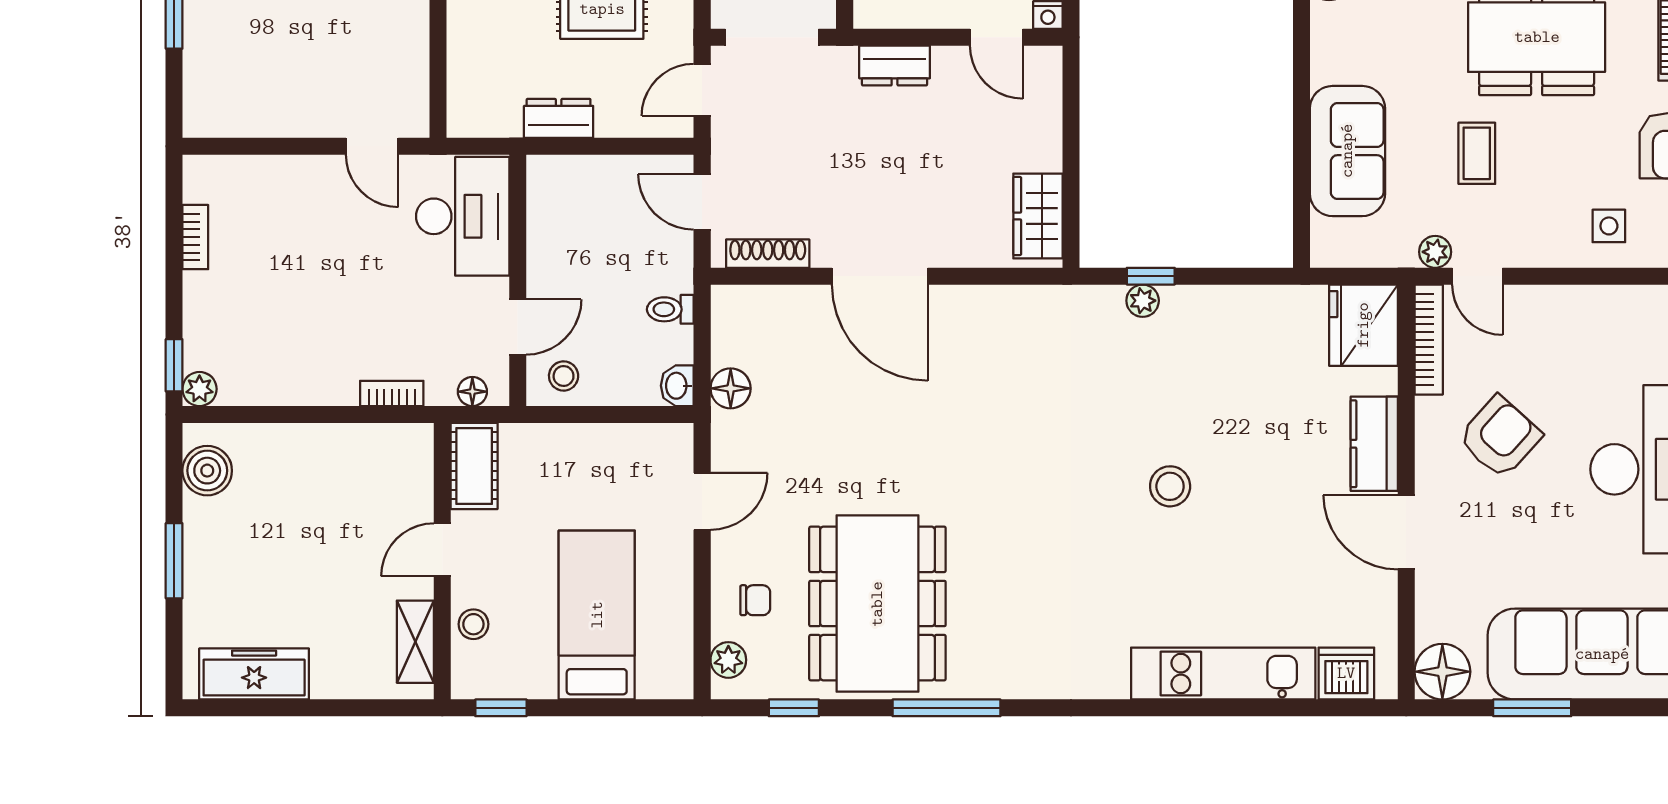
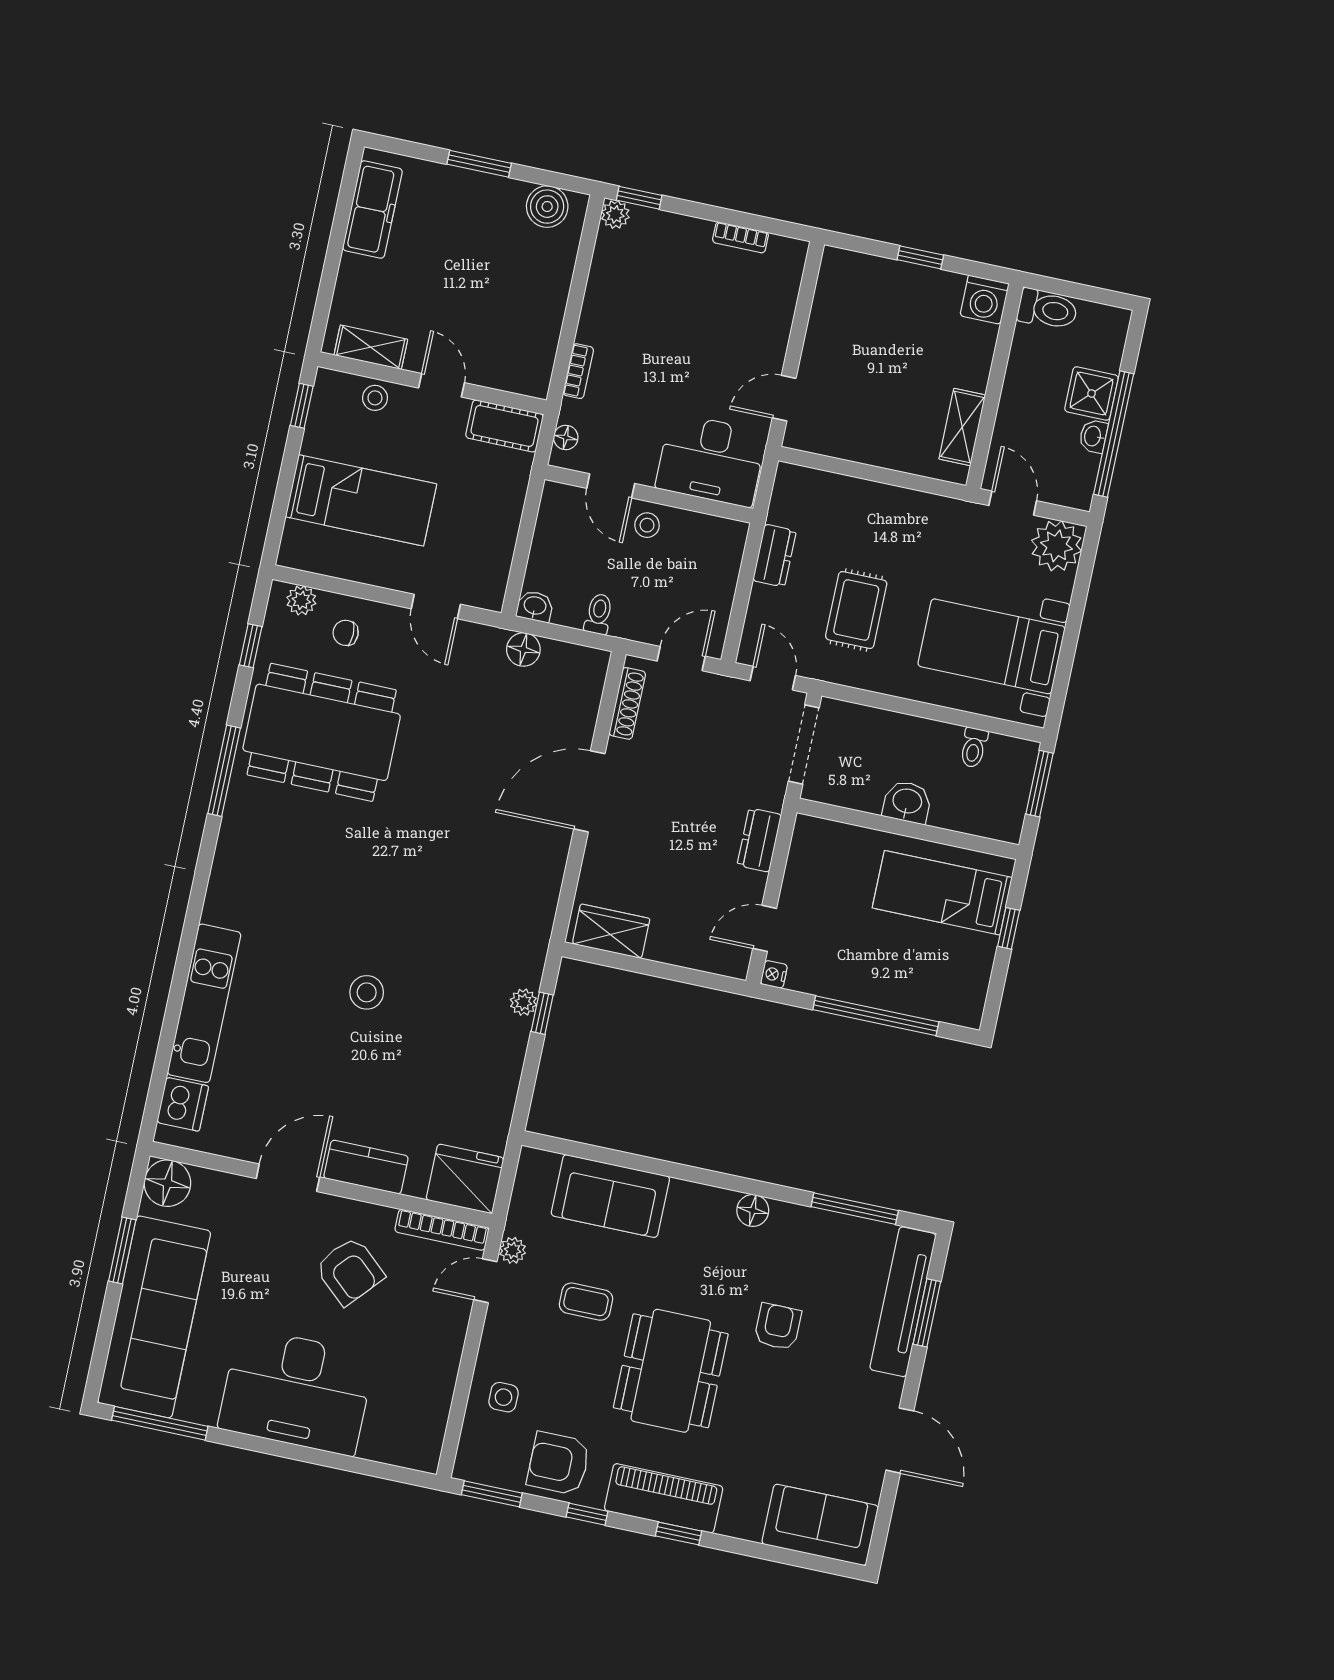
stool: (564, 376) -> (647, 525), moved
chair: (755, 600) -> (346, 633), turned 90

